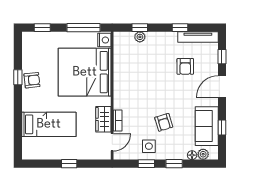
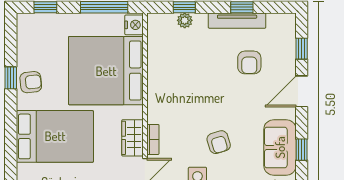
tv unit: (198, 37) -> (237, 21), moved
bed: (49, 124) -> (55, 136), width x1.50

